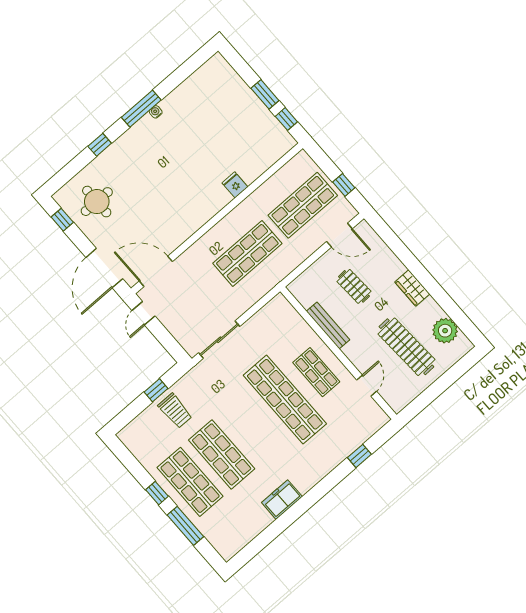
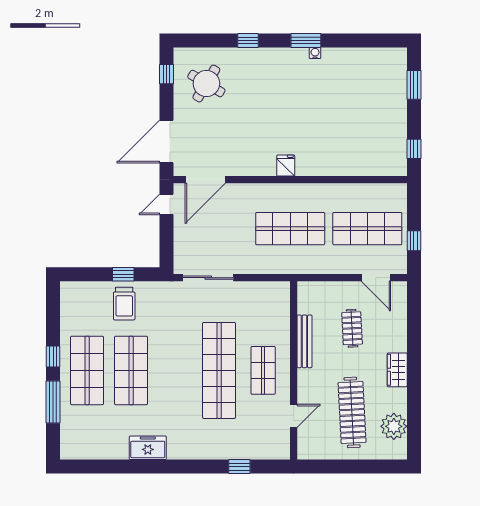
window: (265, 94) -> (414, 85), moved
window: (141, 109) -> (306, 40), width x0.69
fridge: (235, 185) -> (286, 166), moved
round table: (97, 202) -> (206, 84), turned 31
door: (156, 271) -> (205, 180), swing flipped

